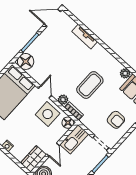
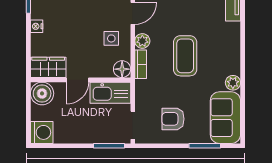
coffee table: (90, 85) -> (185, 56), turned 90
side table: (48, 114) -> (111, 38), width x0.54, depth x0.54
armchair: (116, 120) -> (173, 119), turned 90

